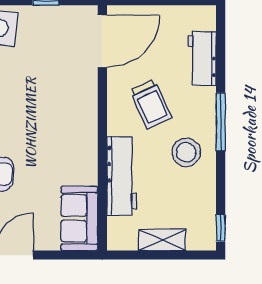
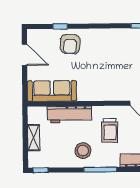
trolley: (151, 104) -> (110, 131), turned -65
sofa: (79, 218) -> (52, 91), width x1.36

